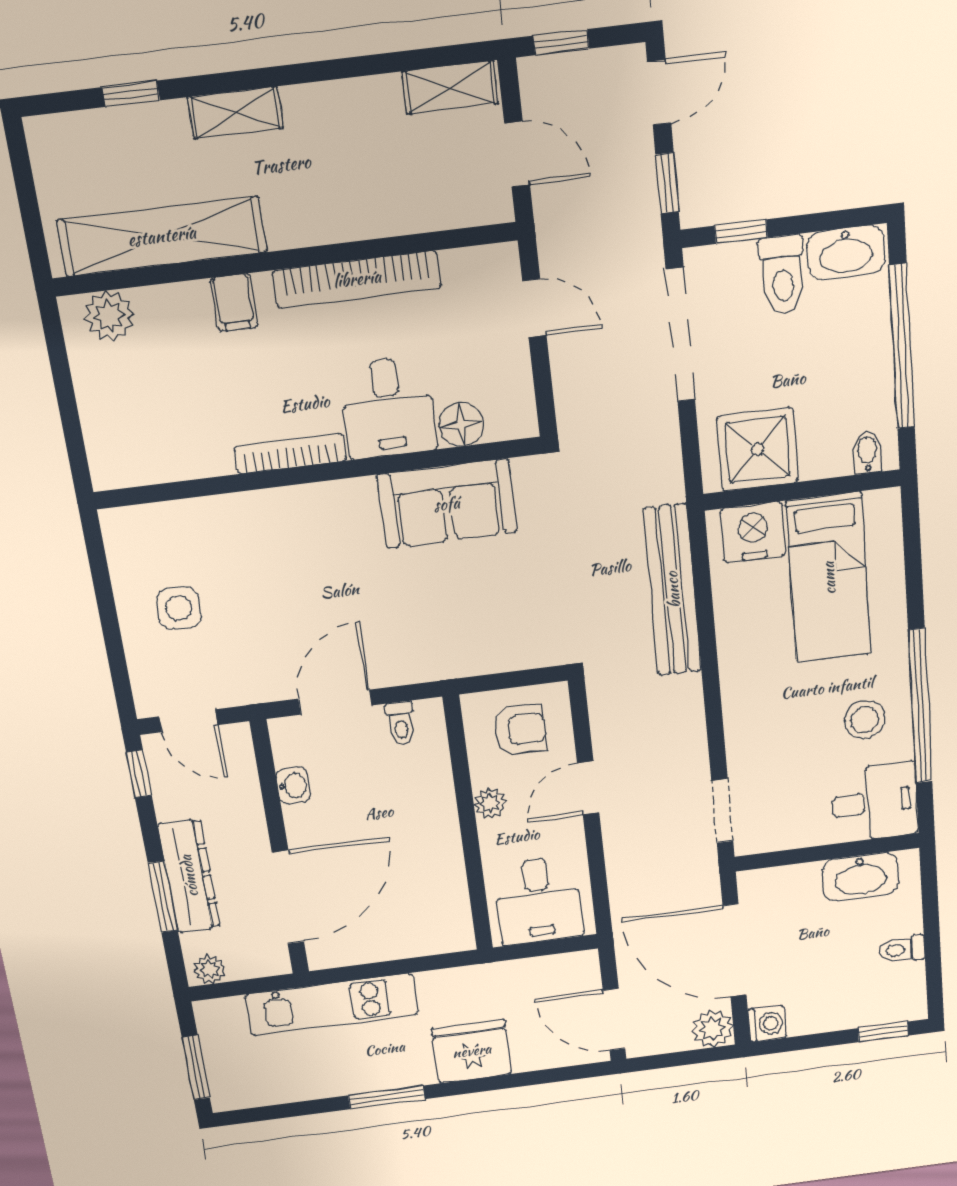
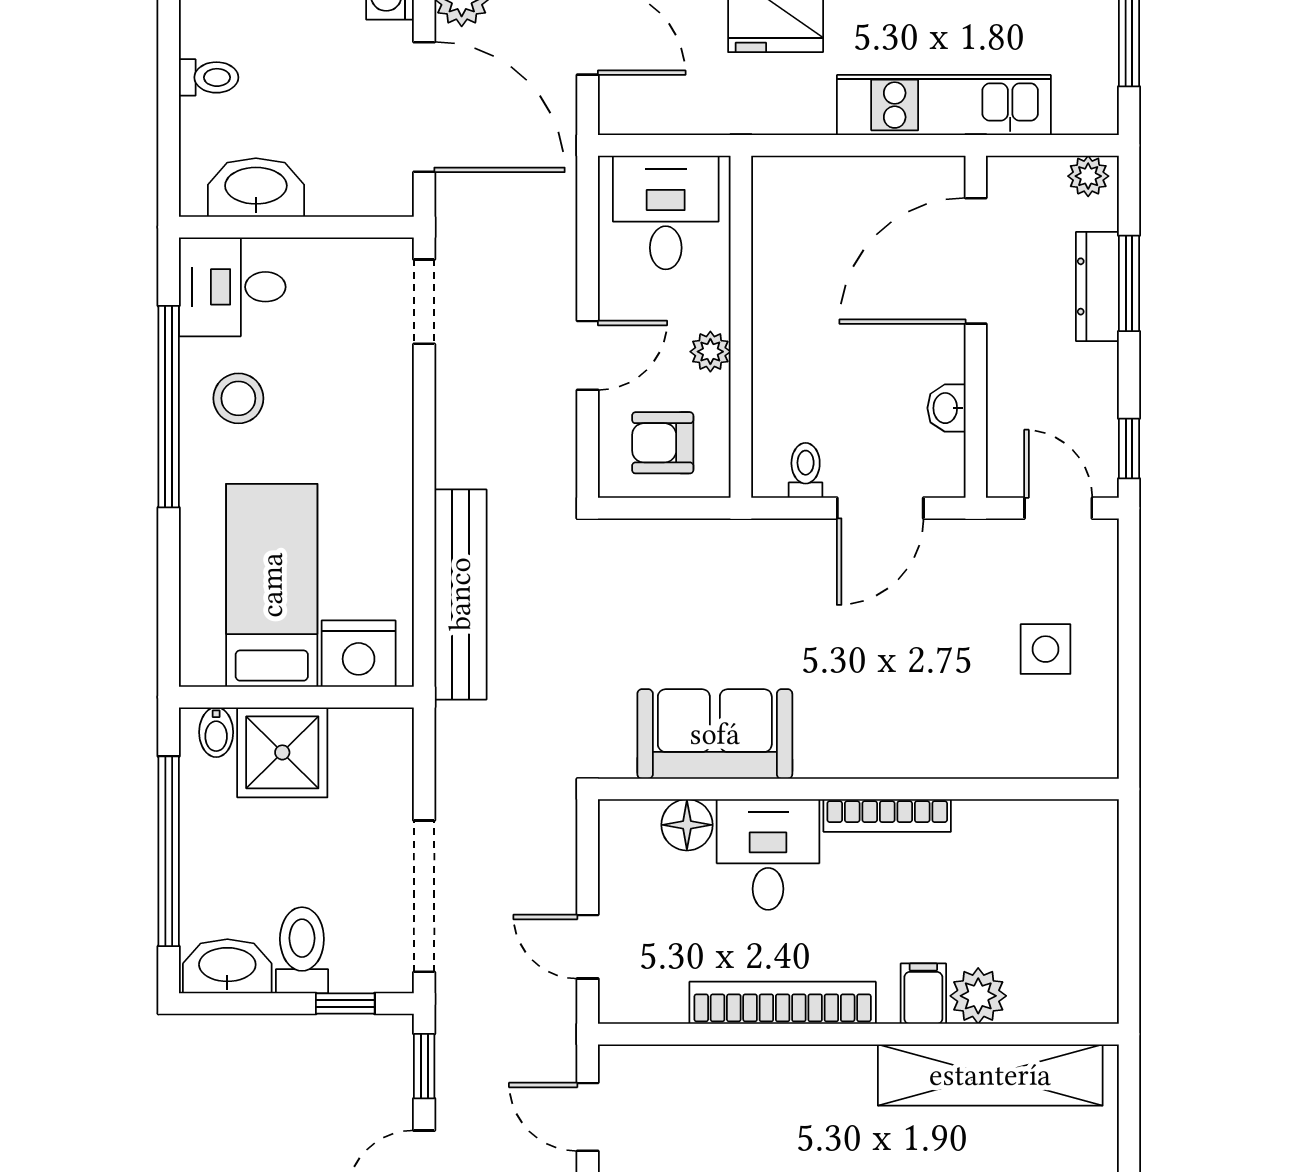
plant: (109, 316) -> (978, 996), moved
shower: (757, 449) -> (282, 752), moved
dresser: (189, 876) -> (1097, 286), width x0.73, depth x0.80

